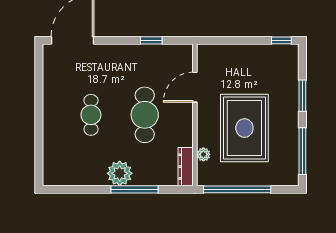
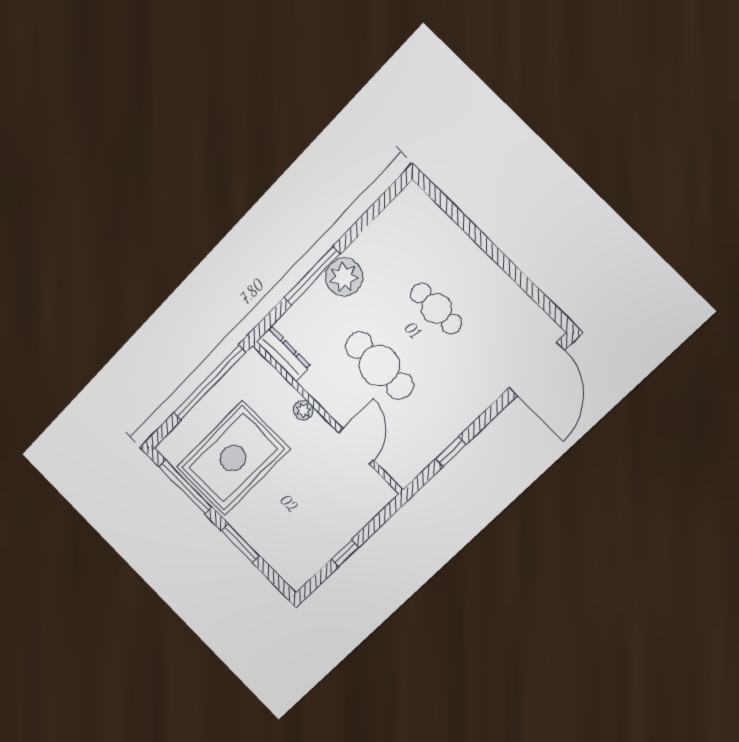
window: (281, 40) -> (345, 553), moved
rug: (244, 128) -> (233, 458), moved, turned 90
plant: (203, 154) -> (303, 410), moved

